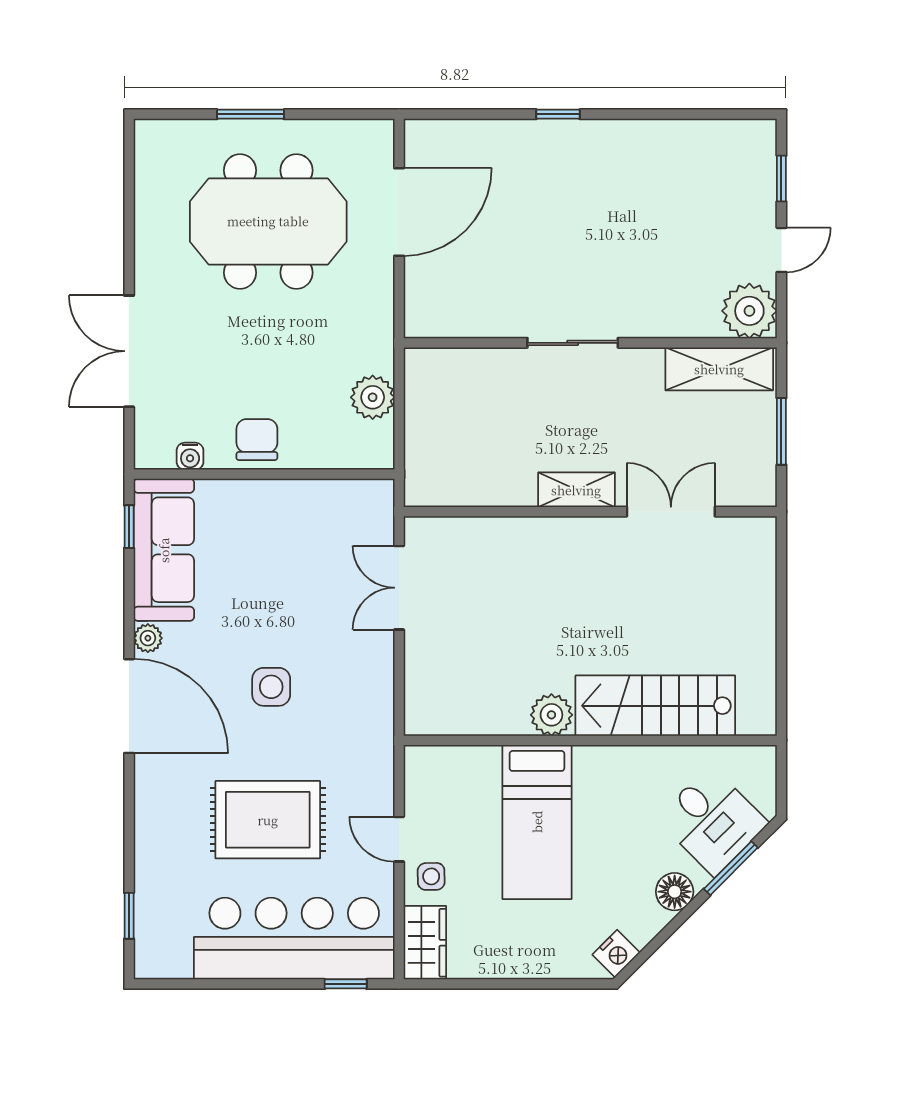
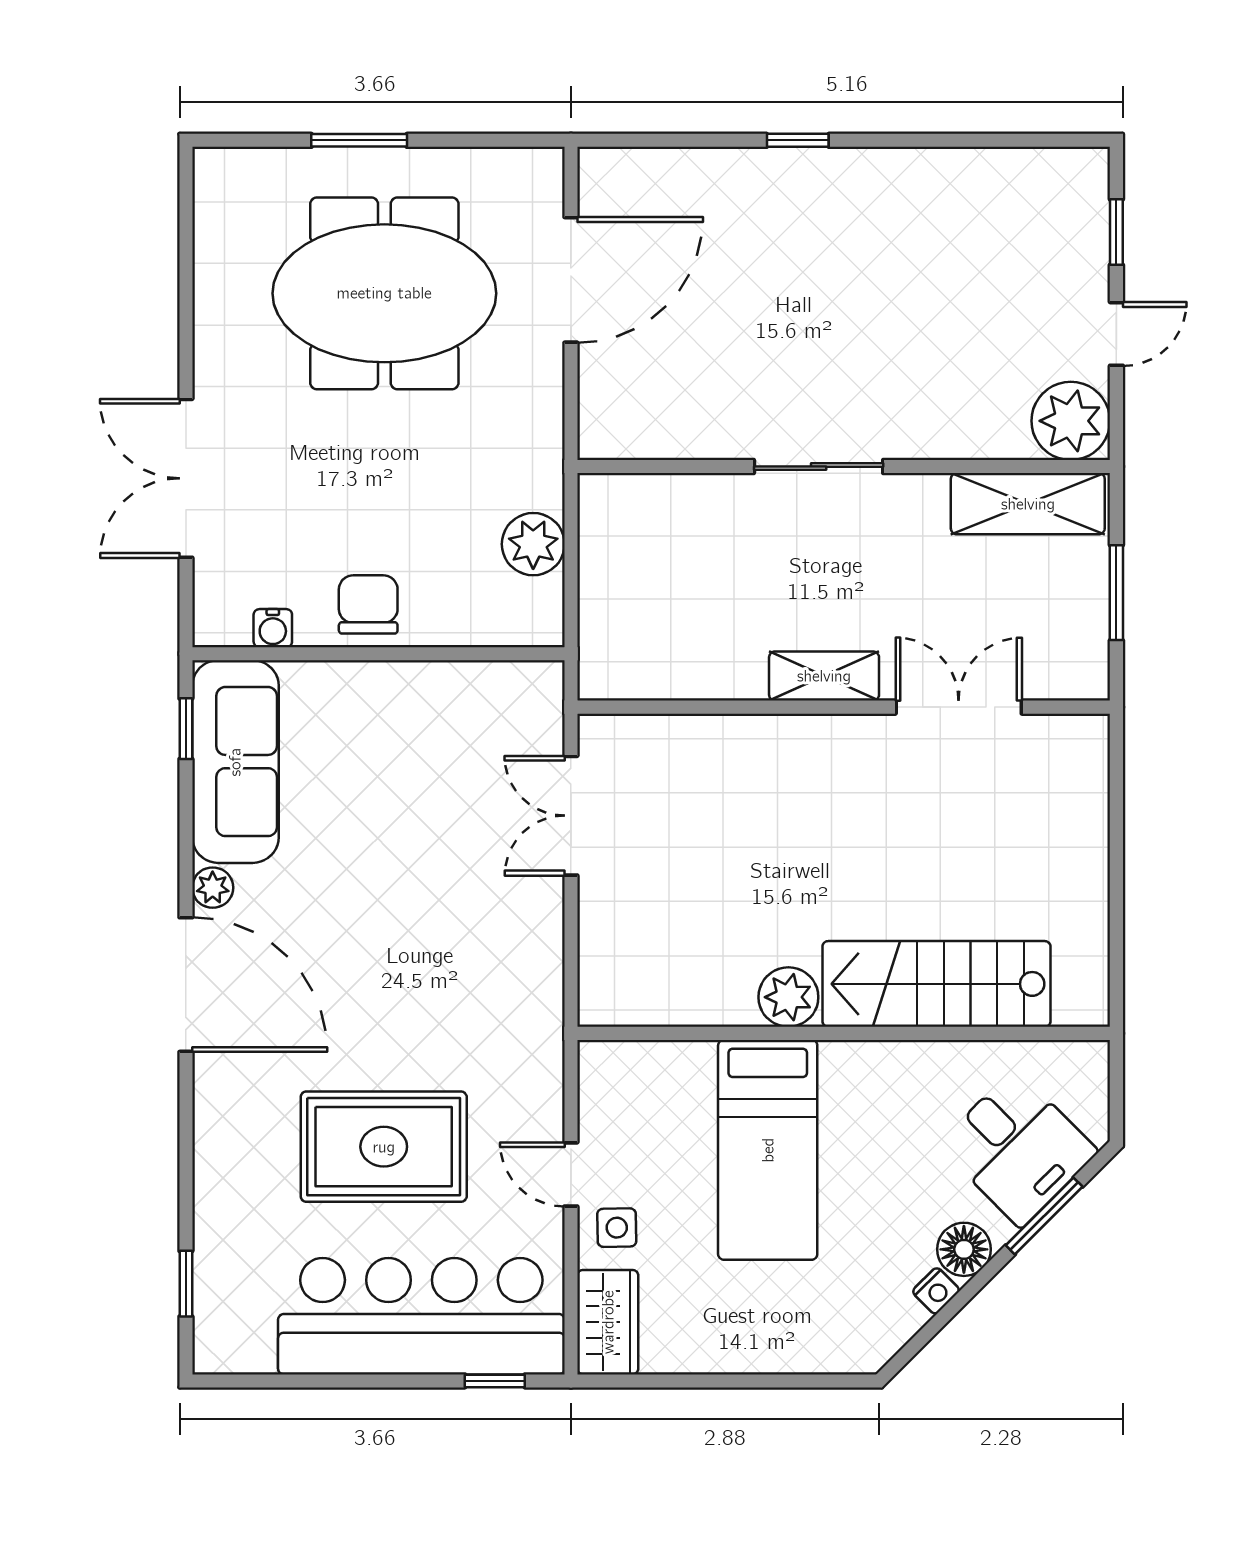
side table: (271, 687) -> (389, 957), removed
nightstand: (616, 954) -> (936, 1291), moved, width x0.72, depth x0.74

